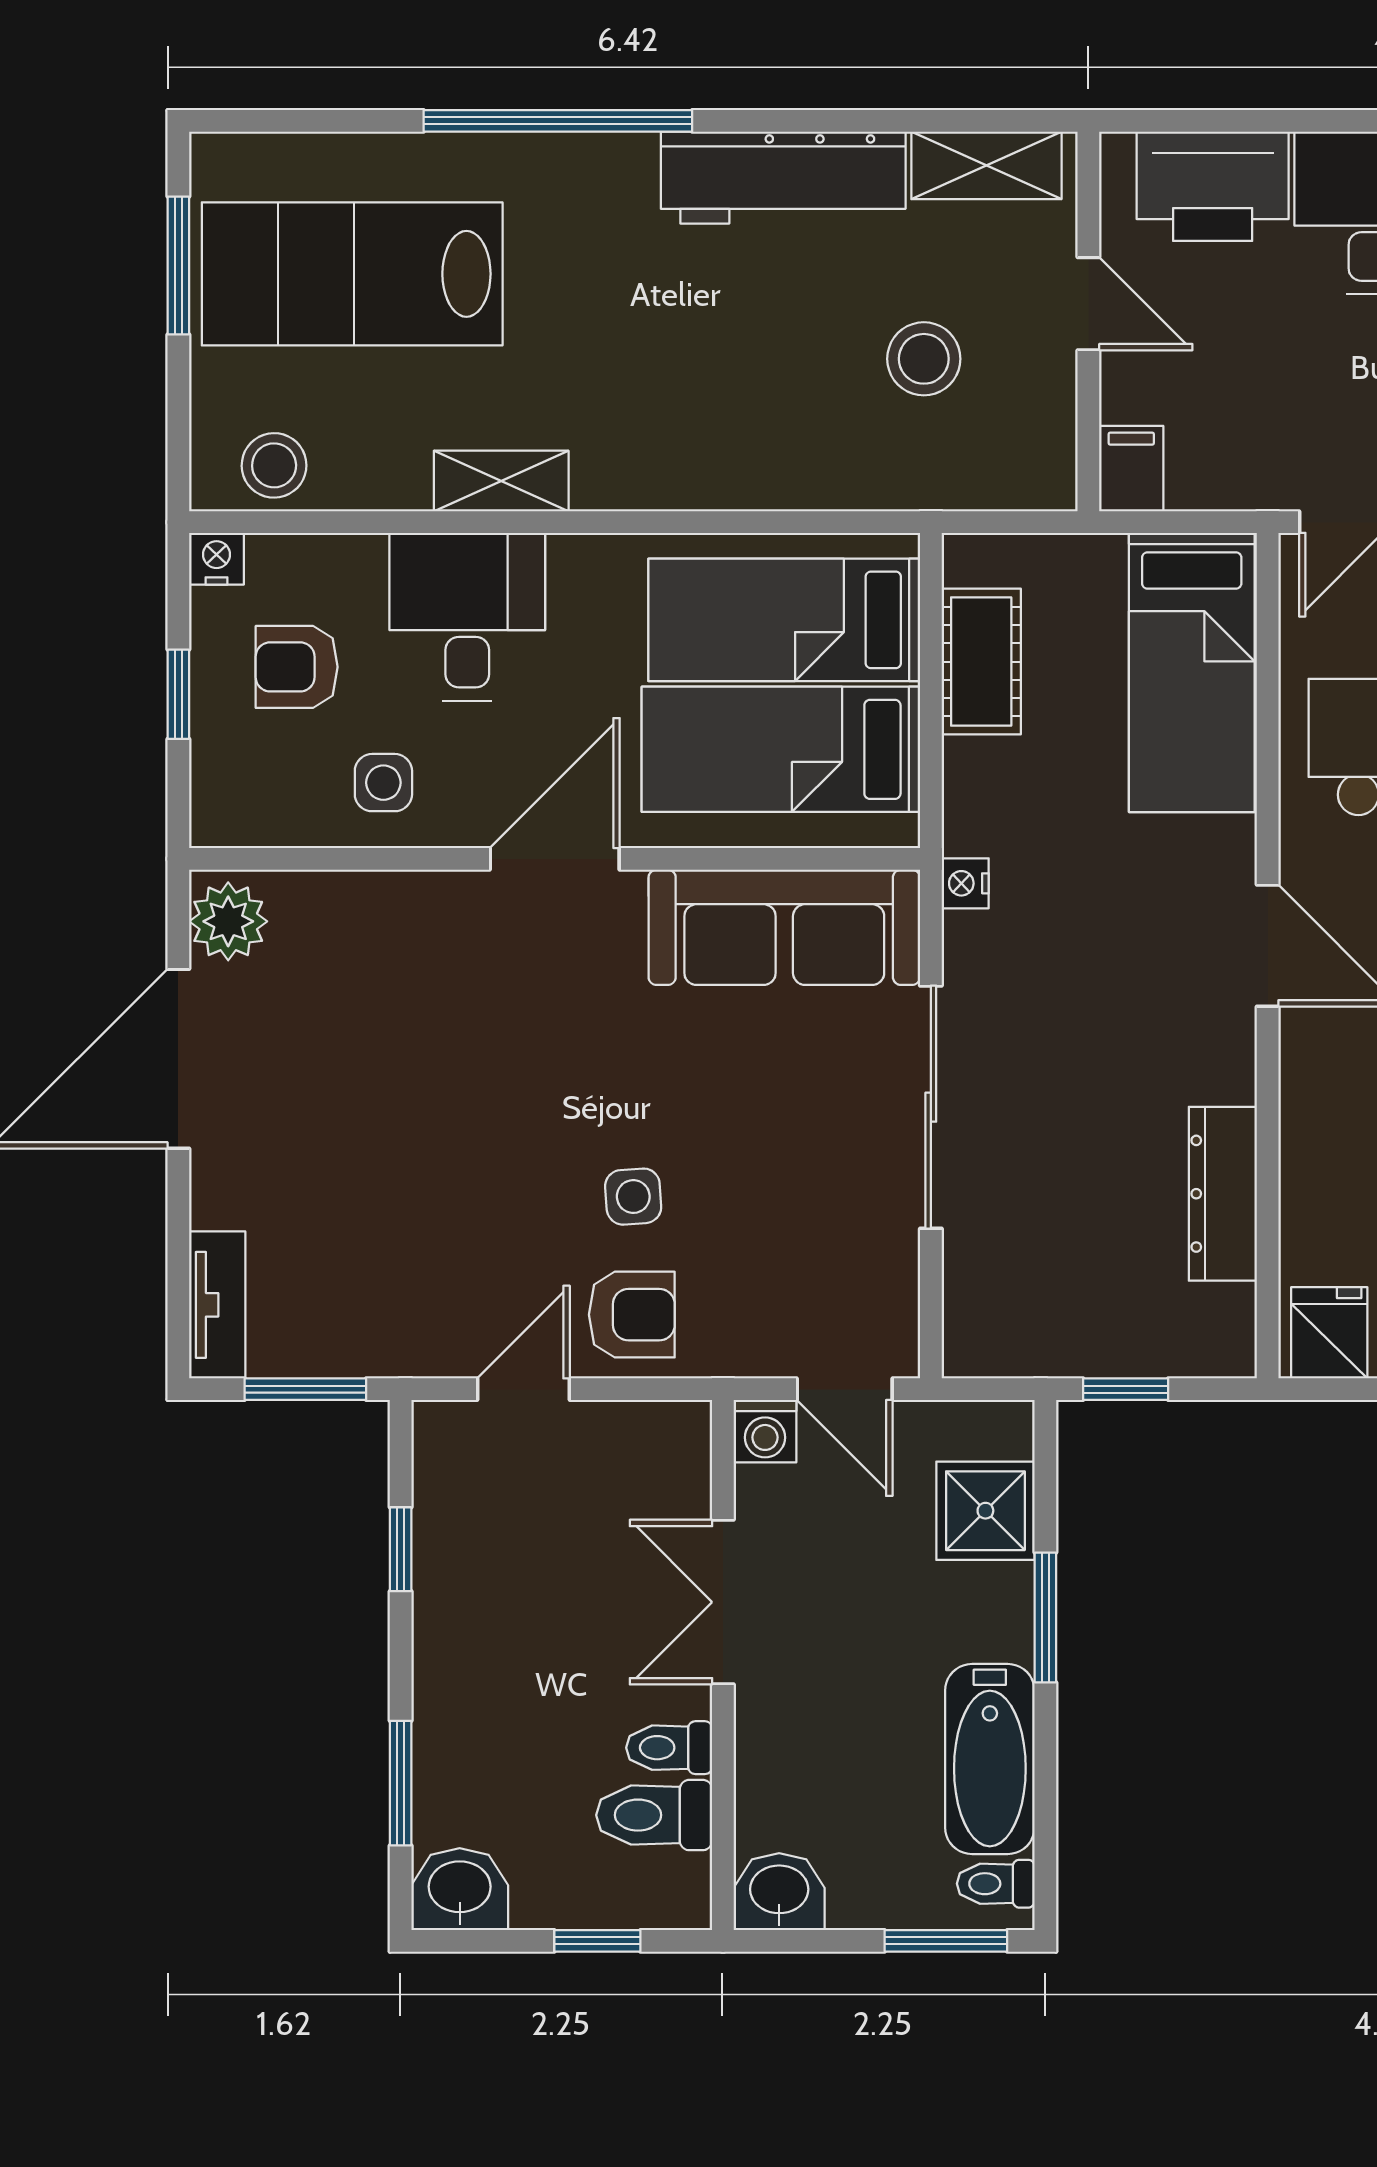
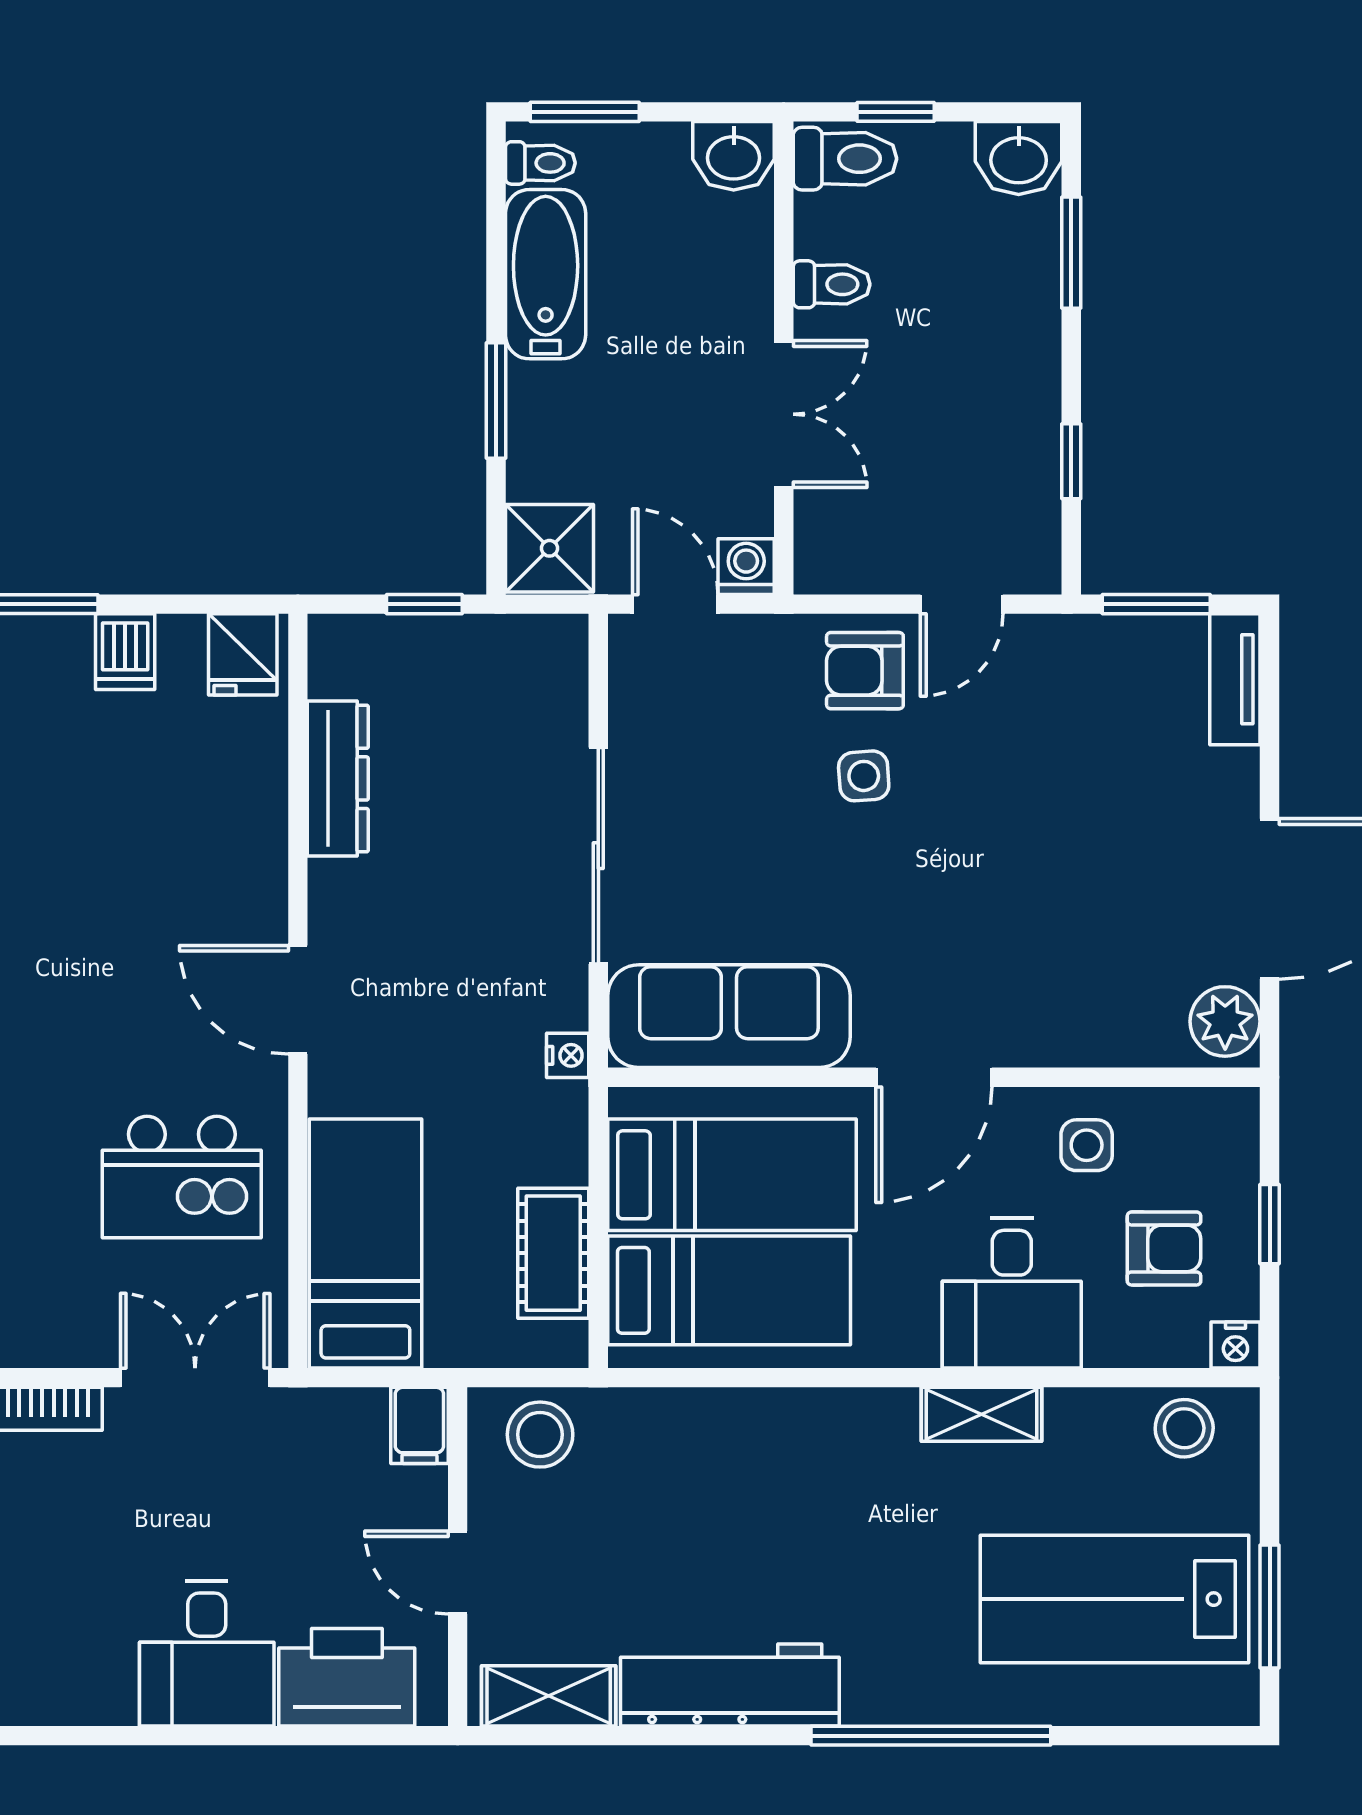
lab bench: (352, 274) -> (1114, 1599), turned 180
stool: (924, 359) -> (540, 1435), moved
shower: (985, 1511) -> (549, 548), moved
toilet: (654, 1815) -> (845, 159), moved

